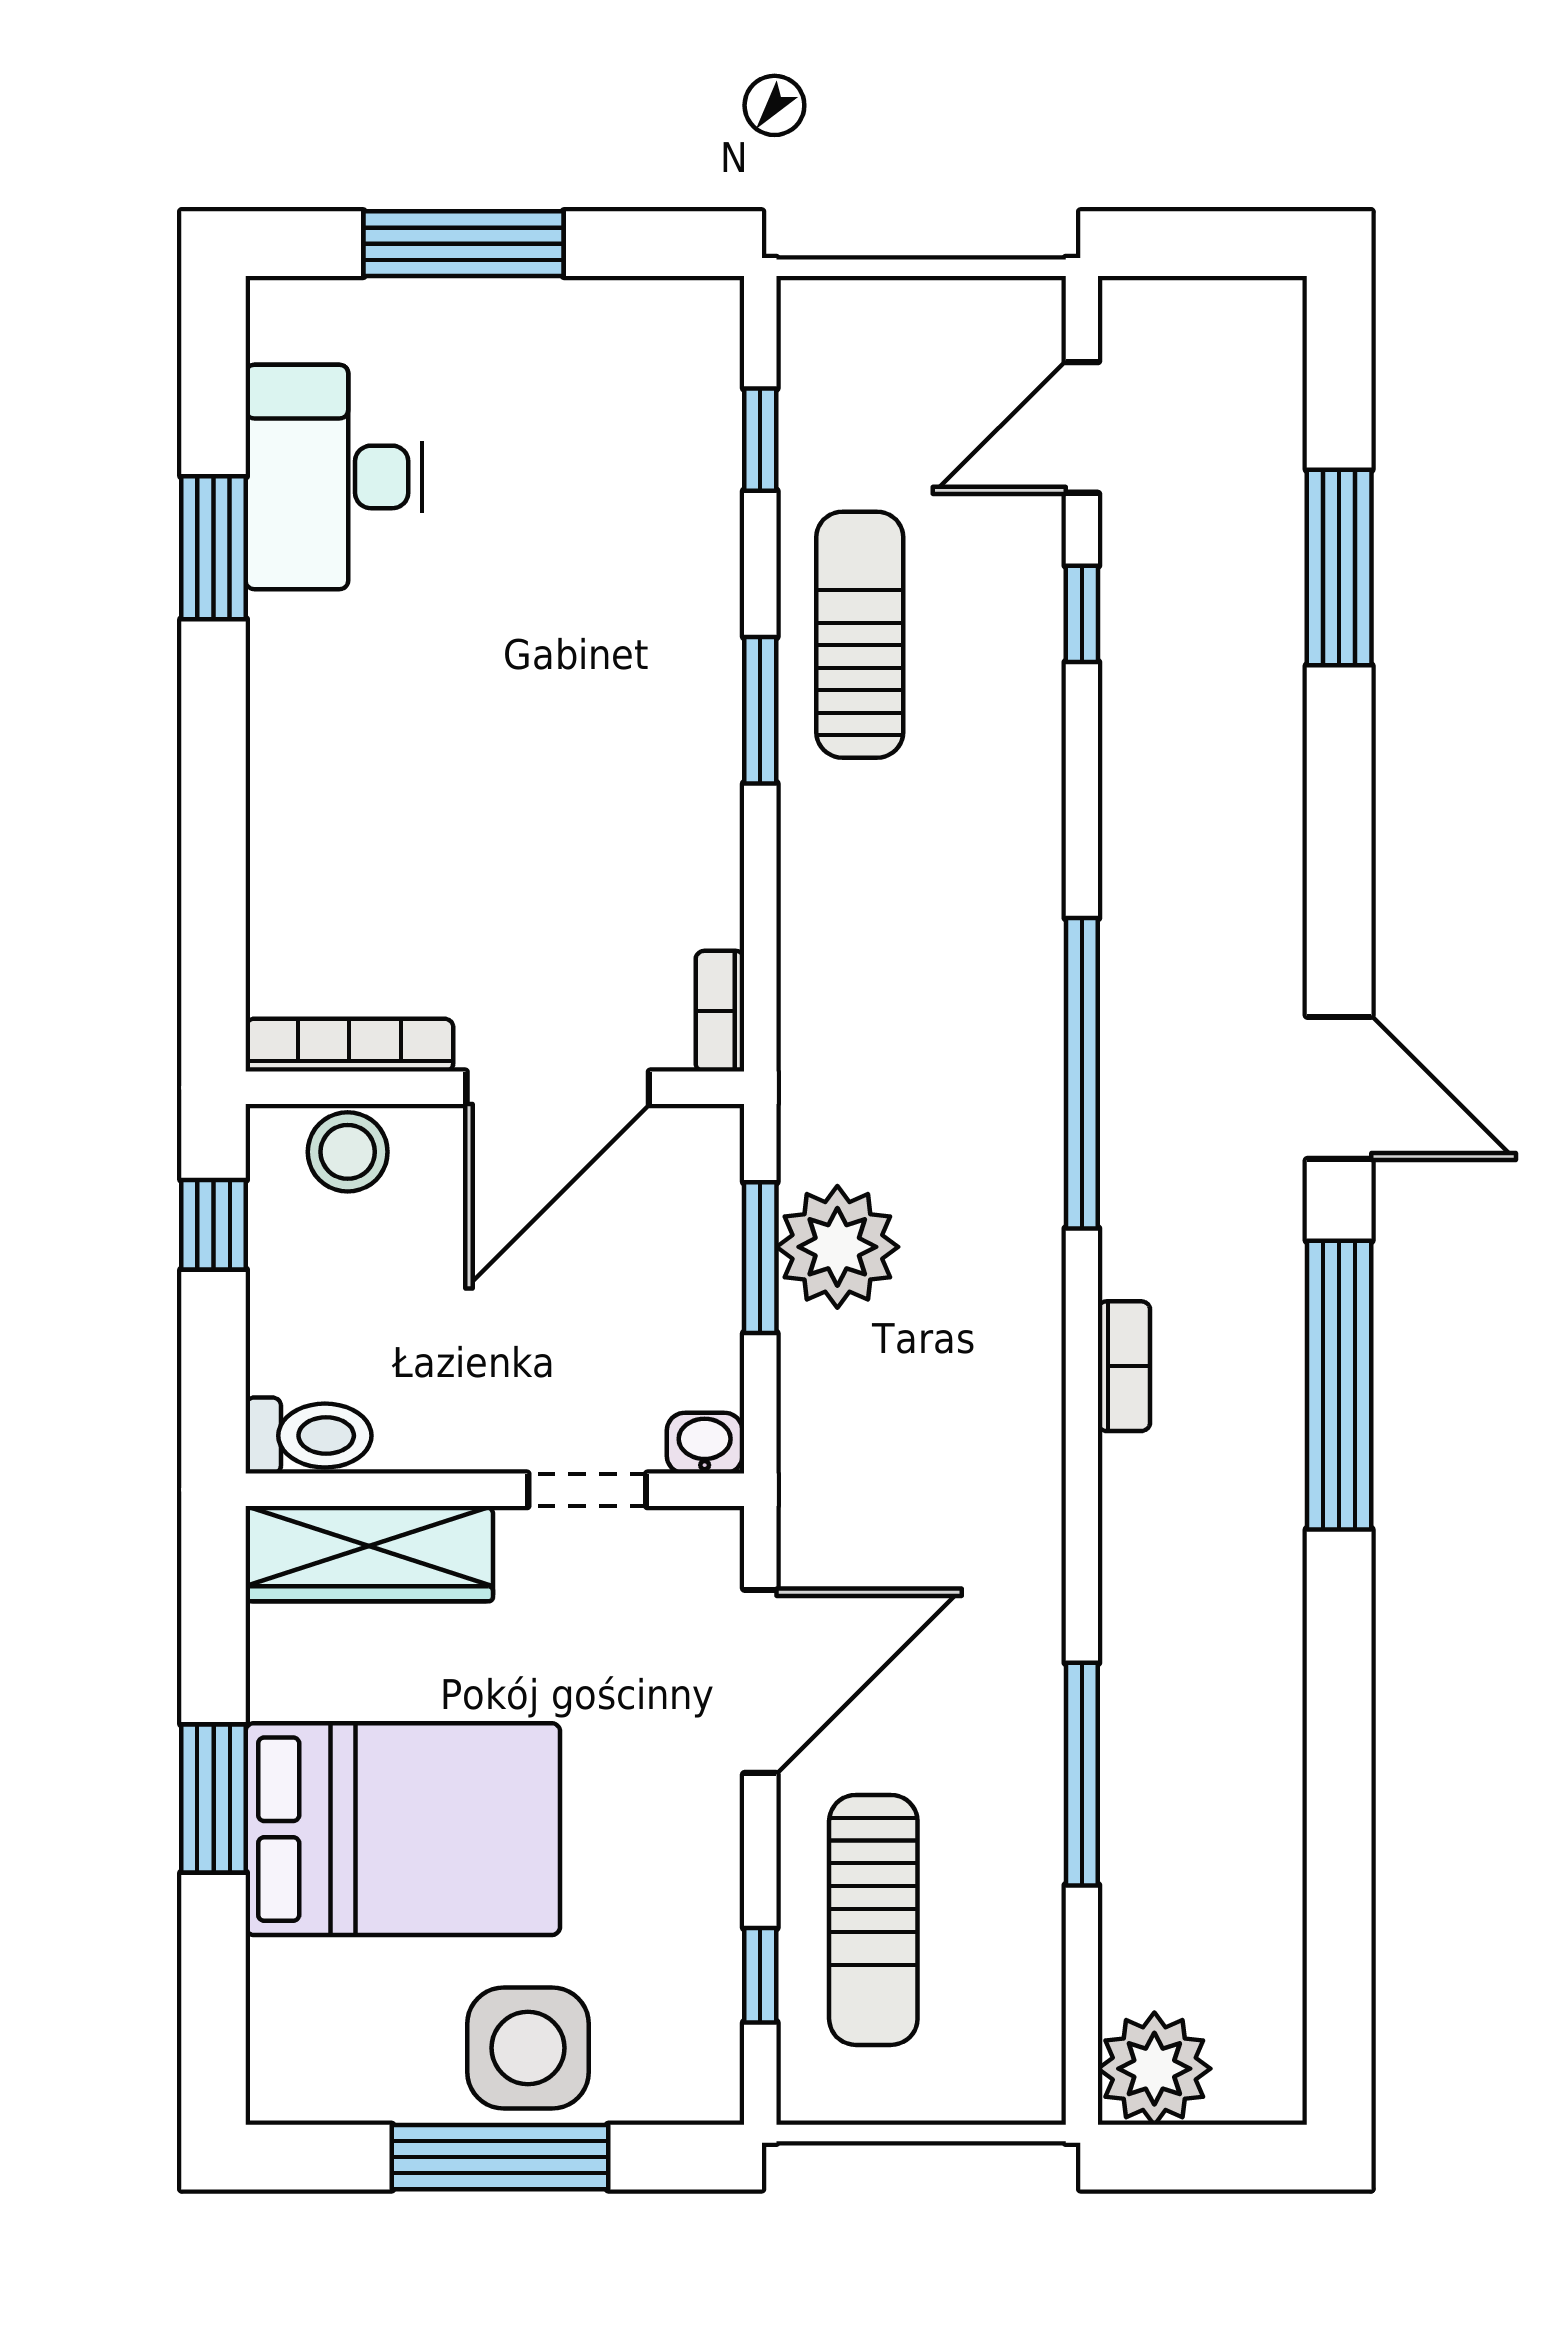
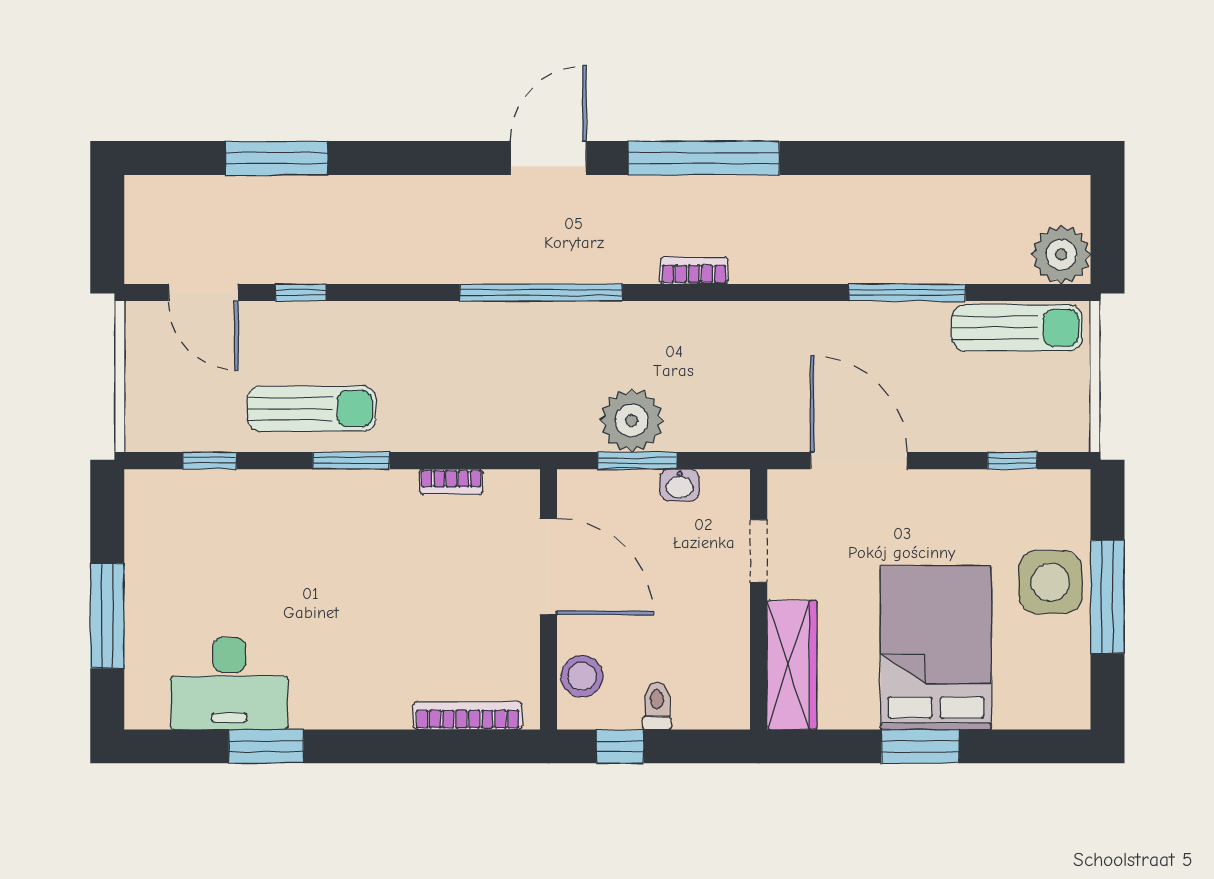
sun lounger: (860, 635) -> (312, 409), turned 180
bookcase: (720, 1011) -> (451, 482), moved
bookcase: (349, 1045) -> (468, 716), moved, turned 90
toilet: (309, 1436) -> (657, 706), moved, width x0.73, depth x0.72
washbasin: (705, 1443) -> (680, 485), moved, turned -90
sun lounger: (873, 1920) -> (1017, 328), moved

